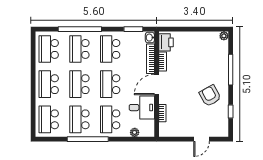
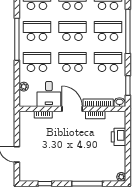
printer: (166, 42) -> (118, 137), moved, turned 90
armchair: (210, 96) -> (61, 163), removed

